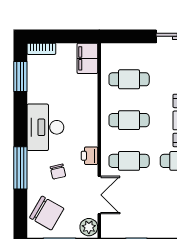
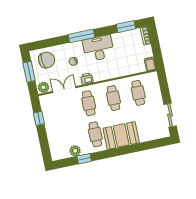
filing cabinet: (87, 58) -> (150, 64), width x0.50
window: (20, 168) -> (81, 36), moved
double door: (99, 195) -> (64, 90), swing flipped
chair: (47, 213) -> (47, 60), turned -126

